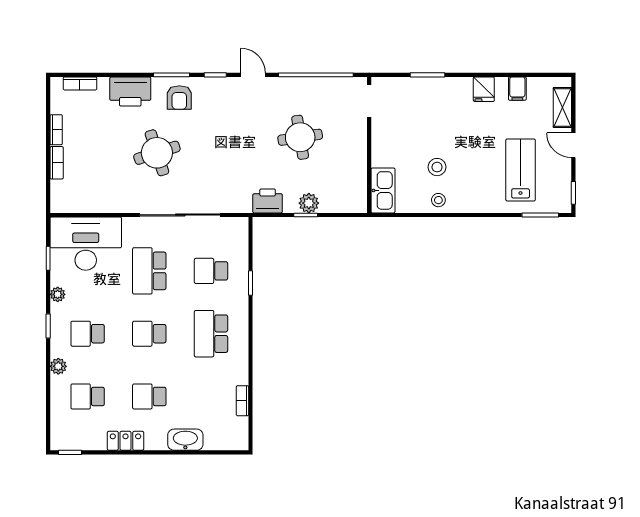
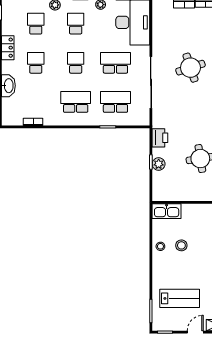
school desk: (211, 271) -> (115, 102), width x1.85

